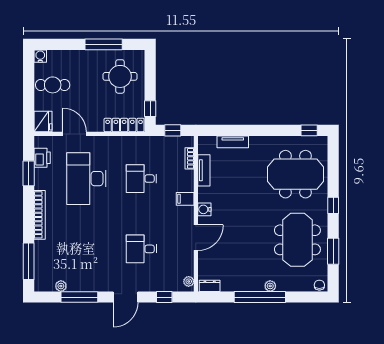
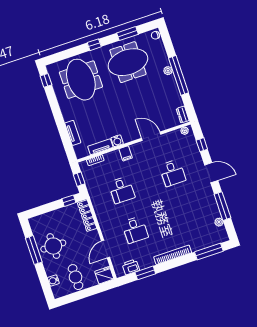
water cooler: (40, 56) -> (53, 281), moved
round table: (120, 76) -> (53, 246), moved
desk: (86, 179) -> (135, 230), width x0.53, depth x0.77
water cooler: (204, 209) -> (117, 141), moved

